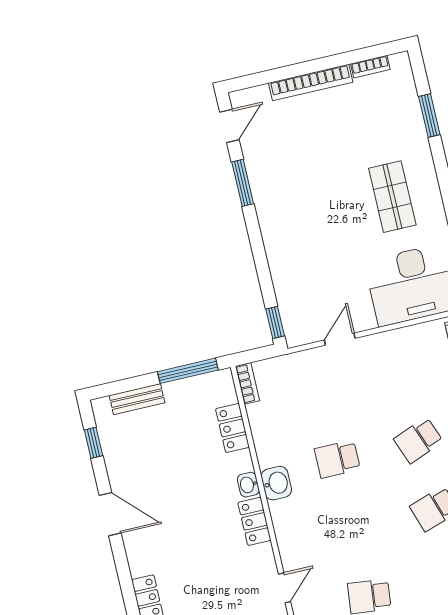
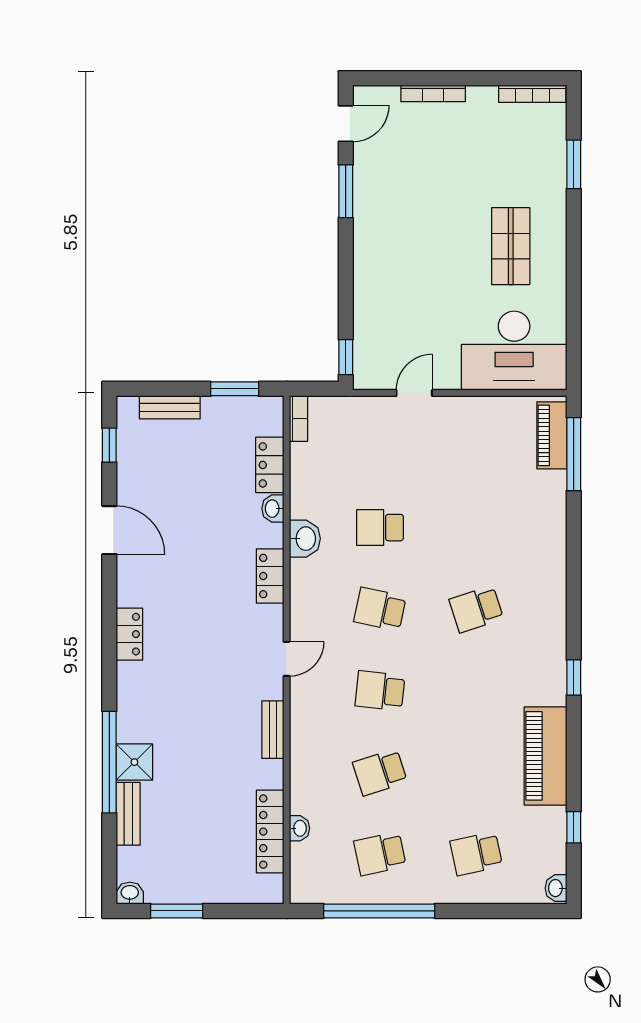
bookcase: (370, 67) -> (532, 94), width x1.56
bookcase: (311, 83) -> (433, 93), width x0.68, depth x0.76
window: (188, 371) -> (235, 389), width x0.69
school desk: (418, 440) -> (380, 609), moved, turned 33
washbasin: (248, 485) -> (273, 509), moved

